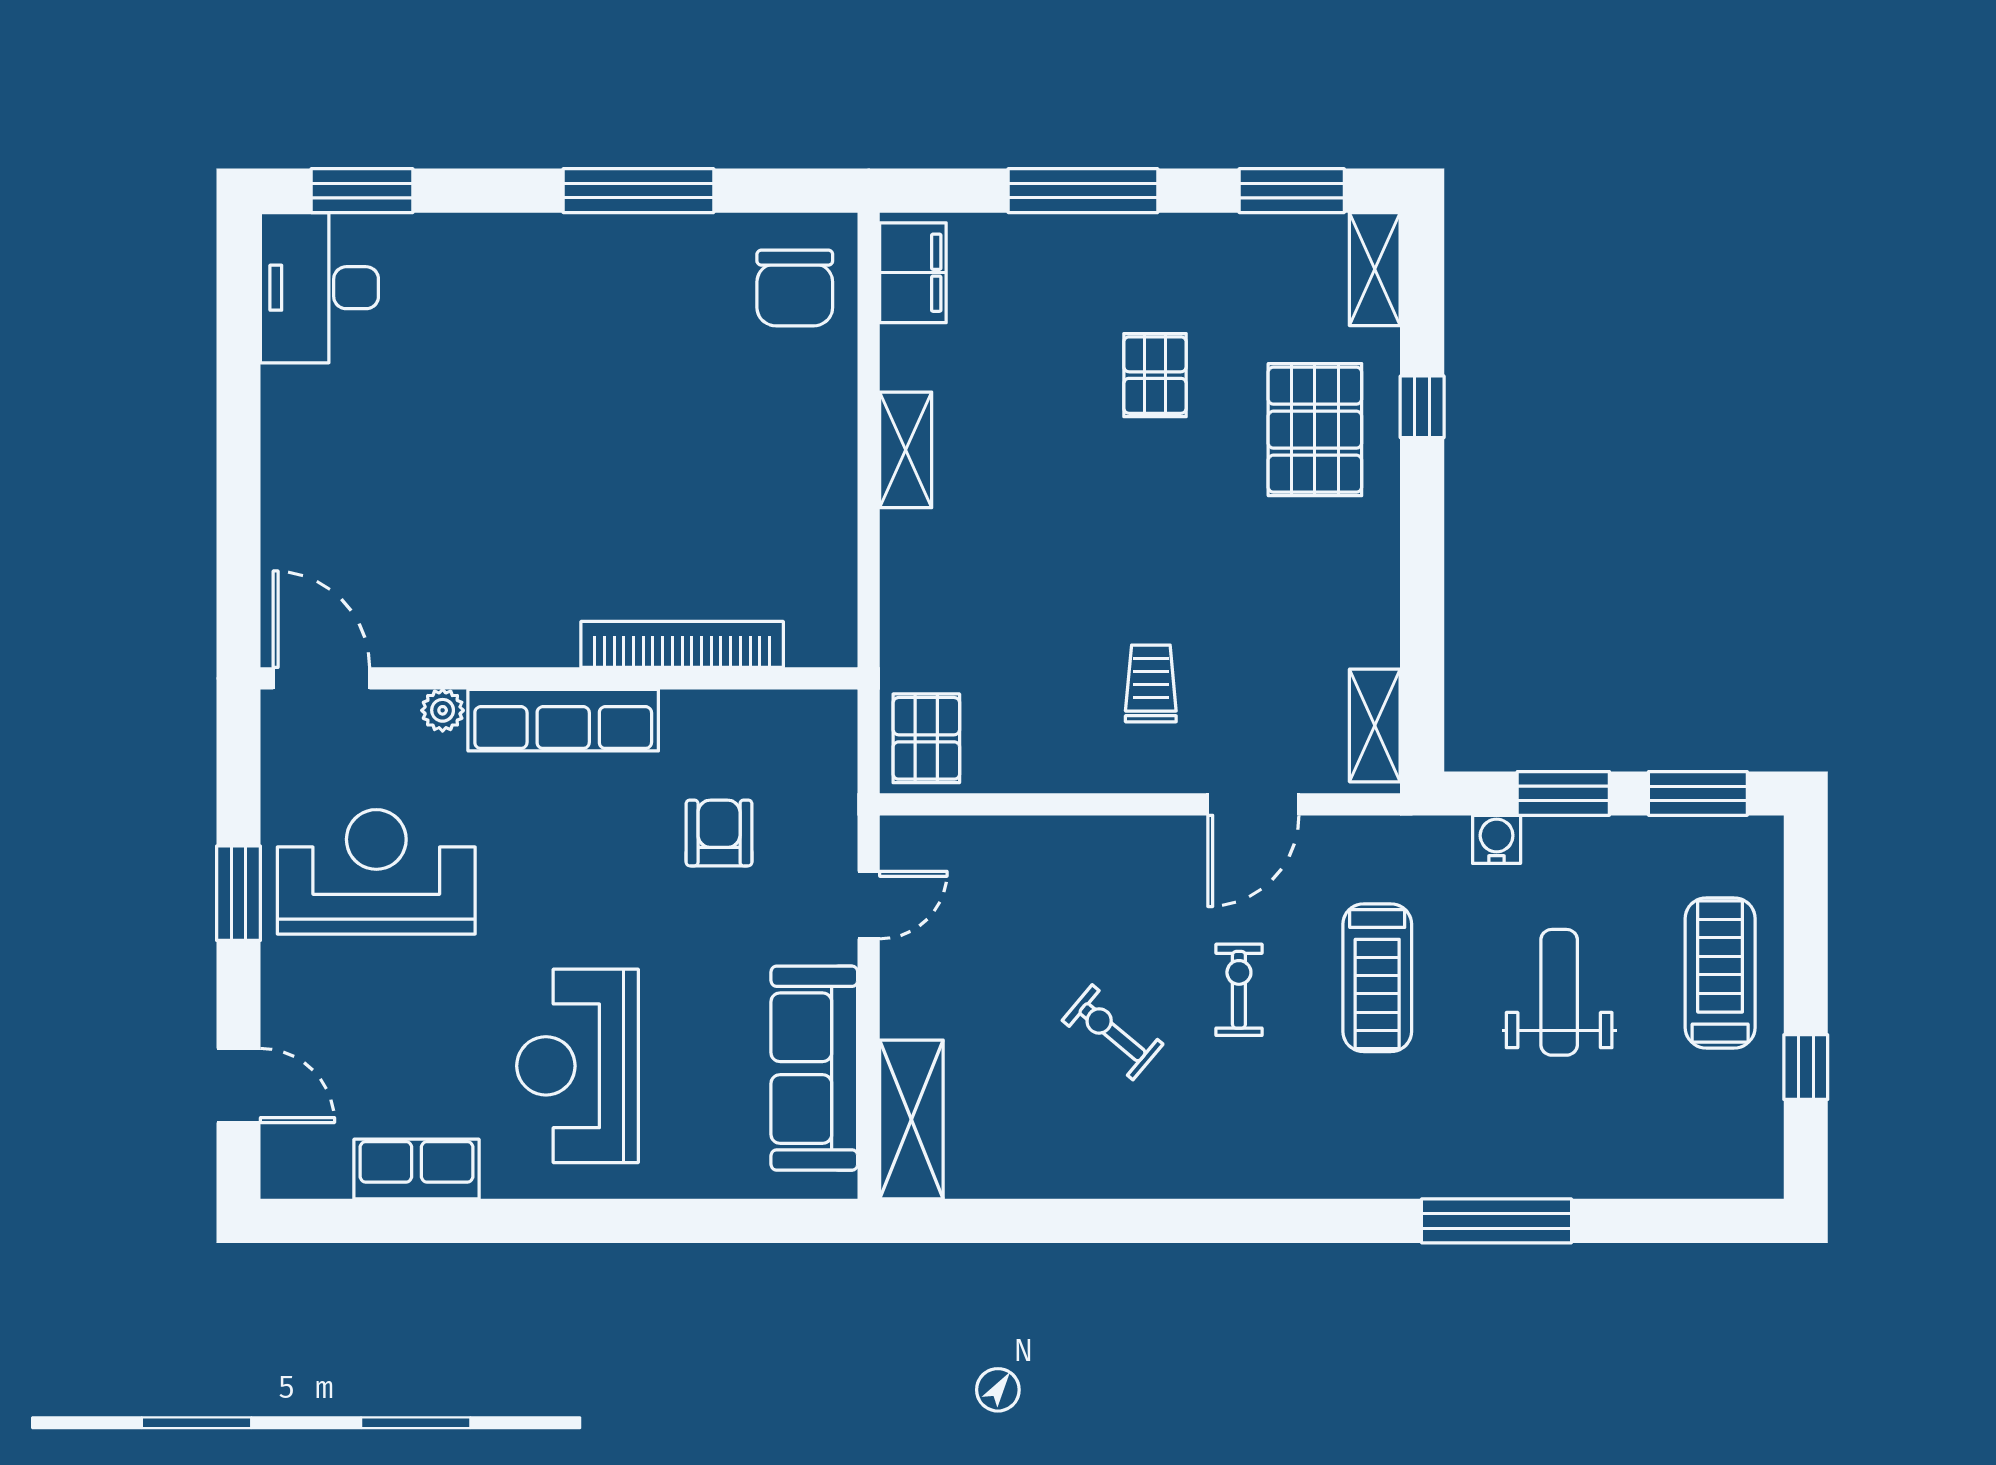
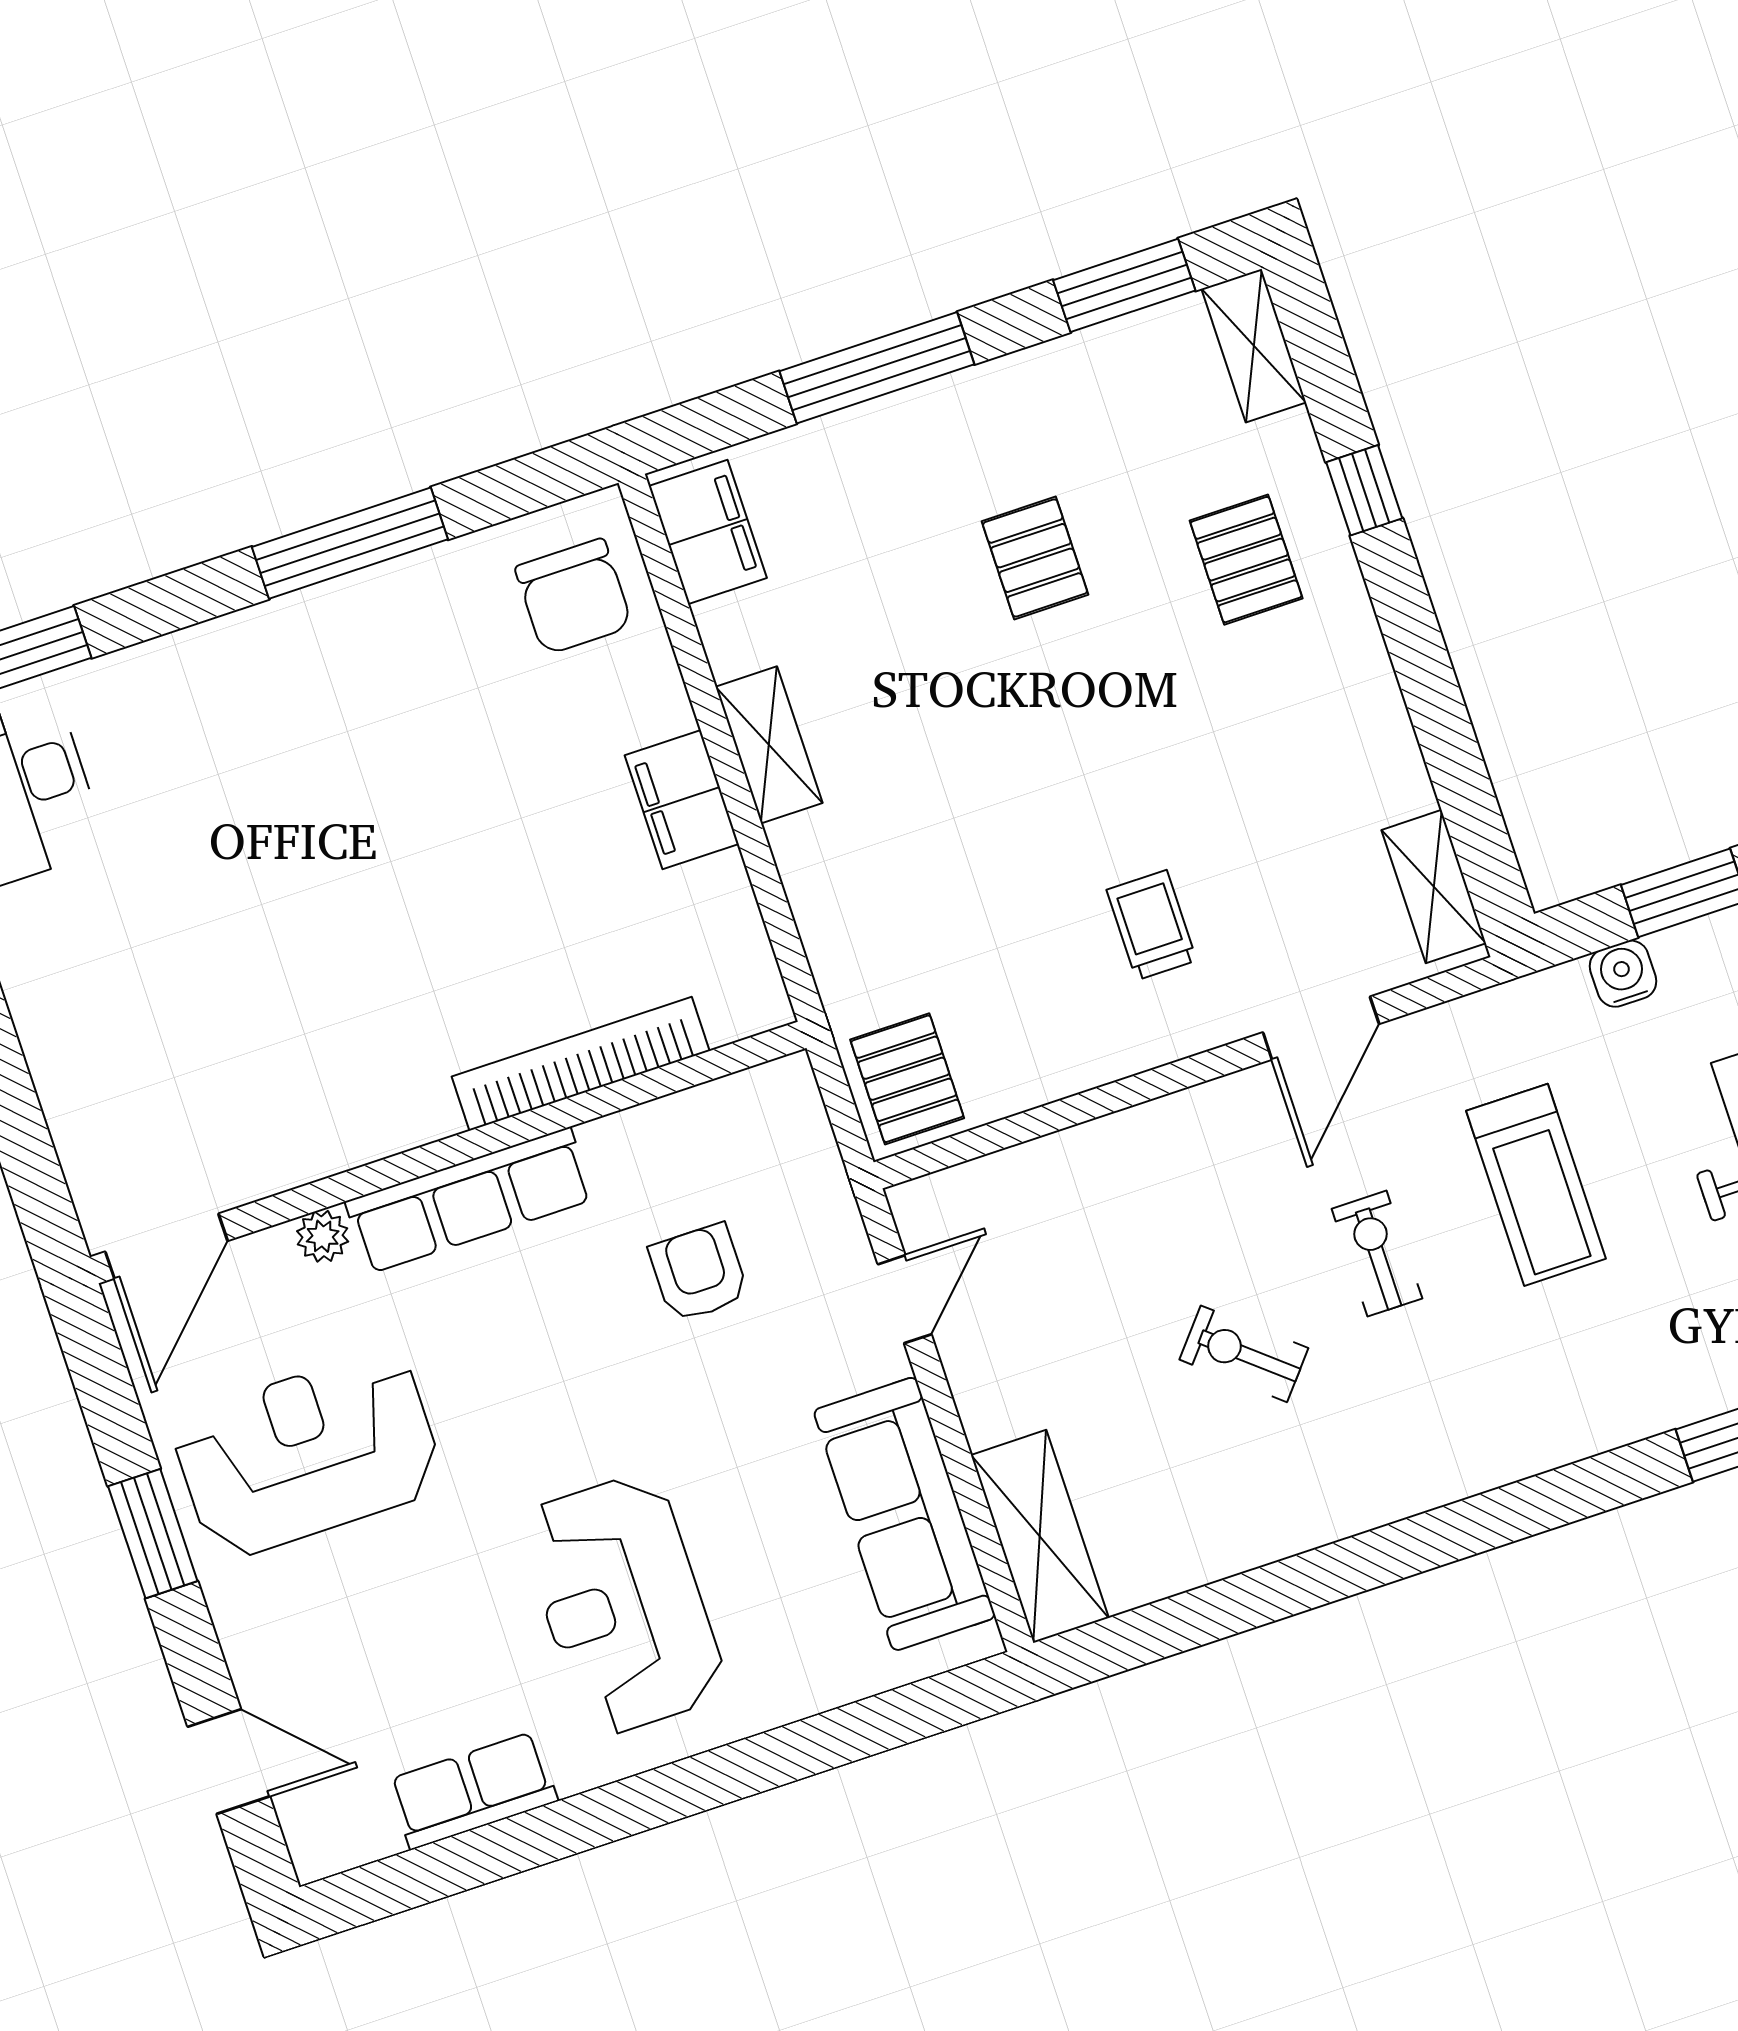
pallet: (1315, 430) -> (1246, 560), width x0.67, depth x0.71
filing cabinet: (826, 469) -> (682, 800), added
door: (321, 678) -> (166, 1246), swing flipped

